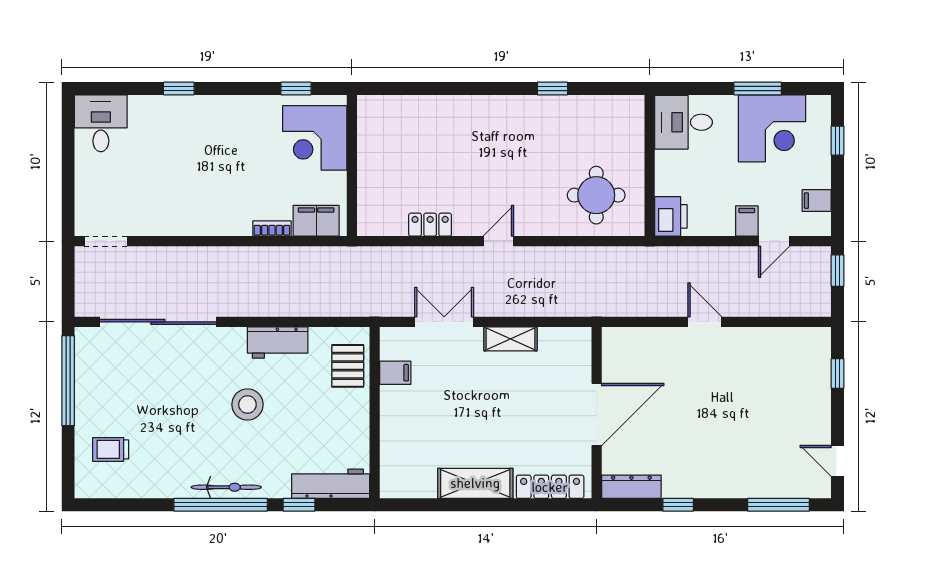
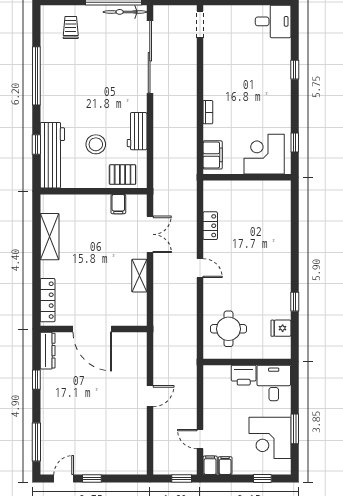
fridge: (595, 111) -> (281, 328), added
printer: (671, 216) -> (244, 375), moved
filing cabinet: (747, 221) -> (210, 465), moved, turned -90
bookcase: (272, 228) -> (208, 112), moved
window: (837, 374) -> (92, 478), moved
stool: (247, 404) -> (96, 144), moved
shelving: (475, 483) -> (50, 237), moved
workbench: (331, 484) -> (52, 155), width x1.36, depth x1.32
bicycle: (226, 487) -> (125, 12), moved, turned 90
window: (221, 505) -> (36, 76), moved

